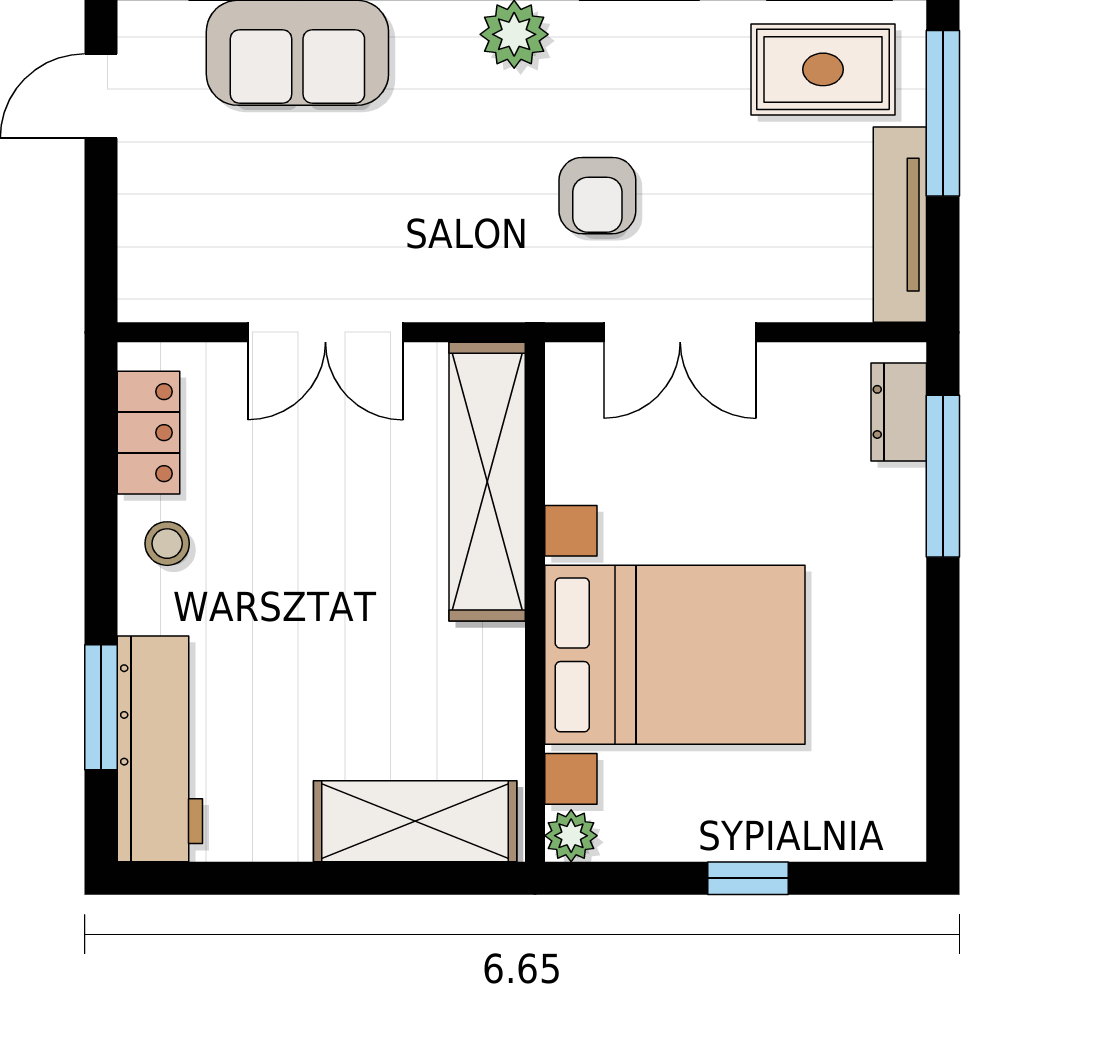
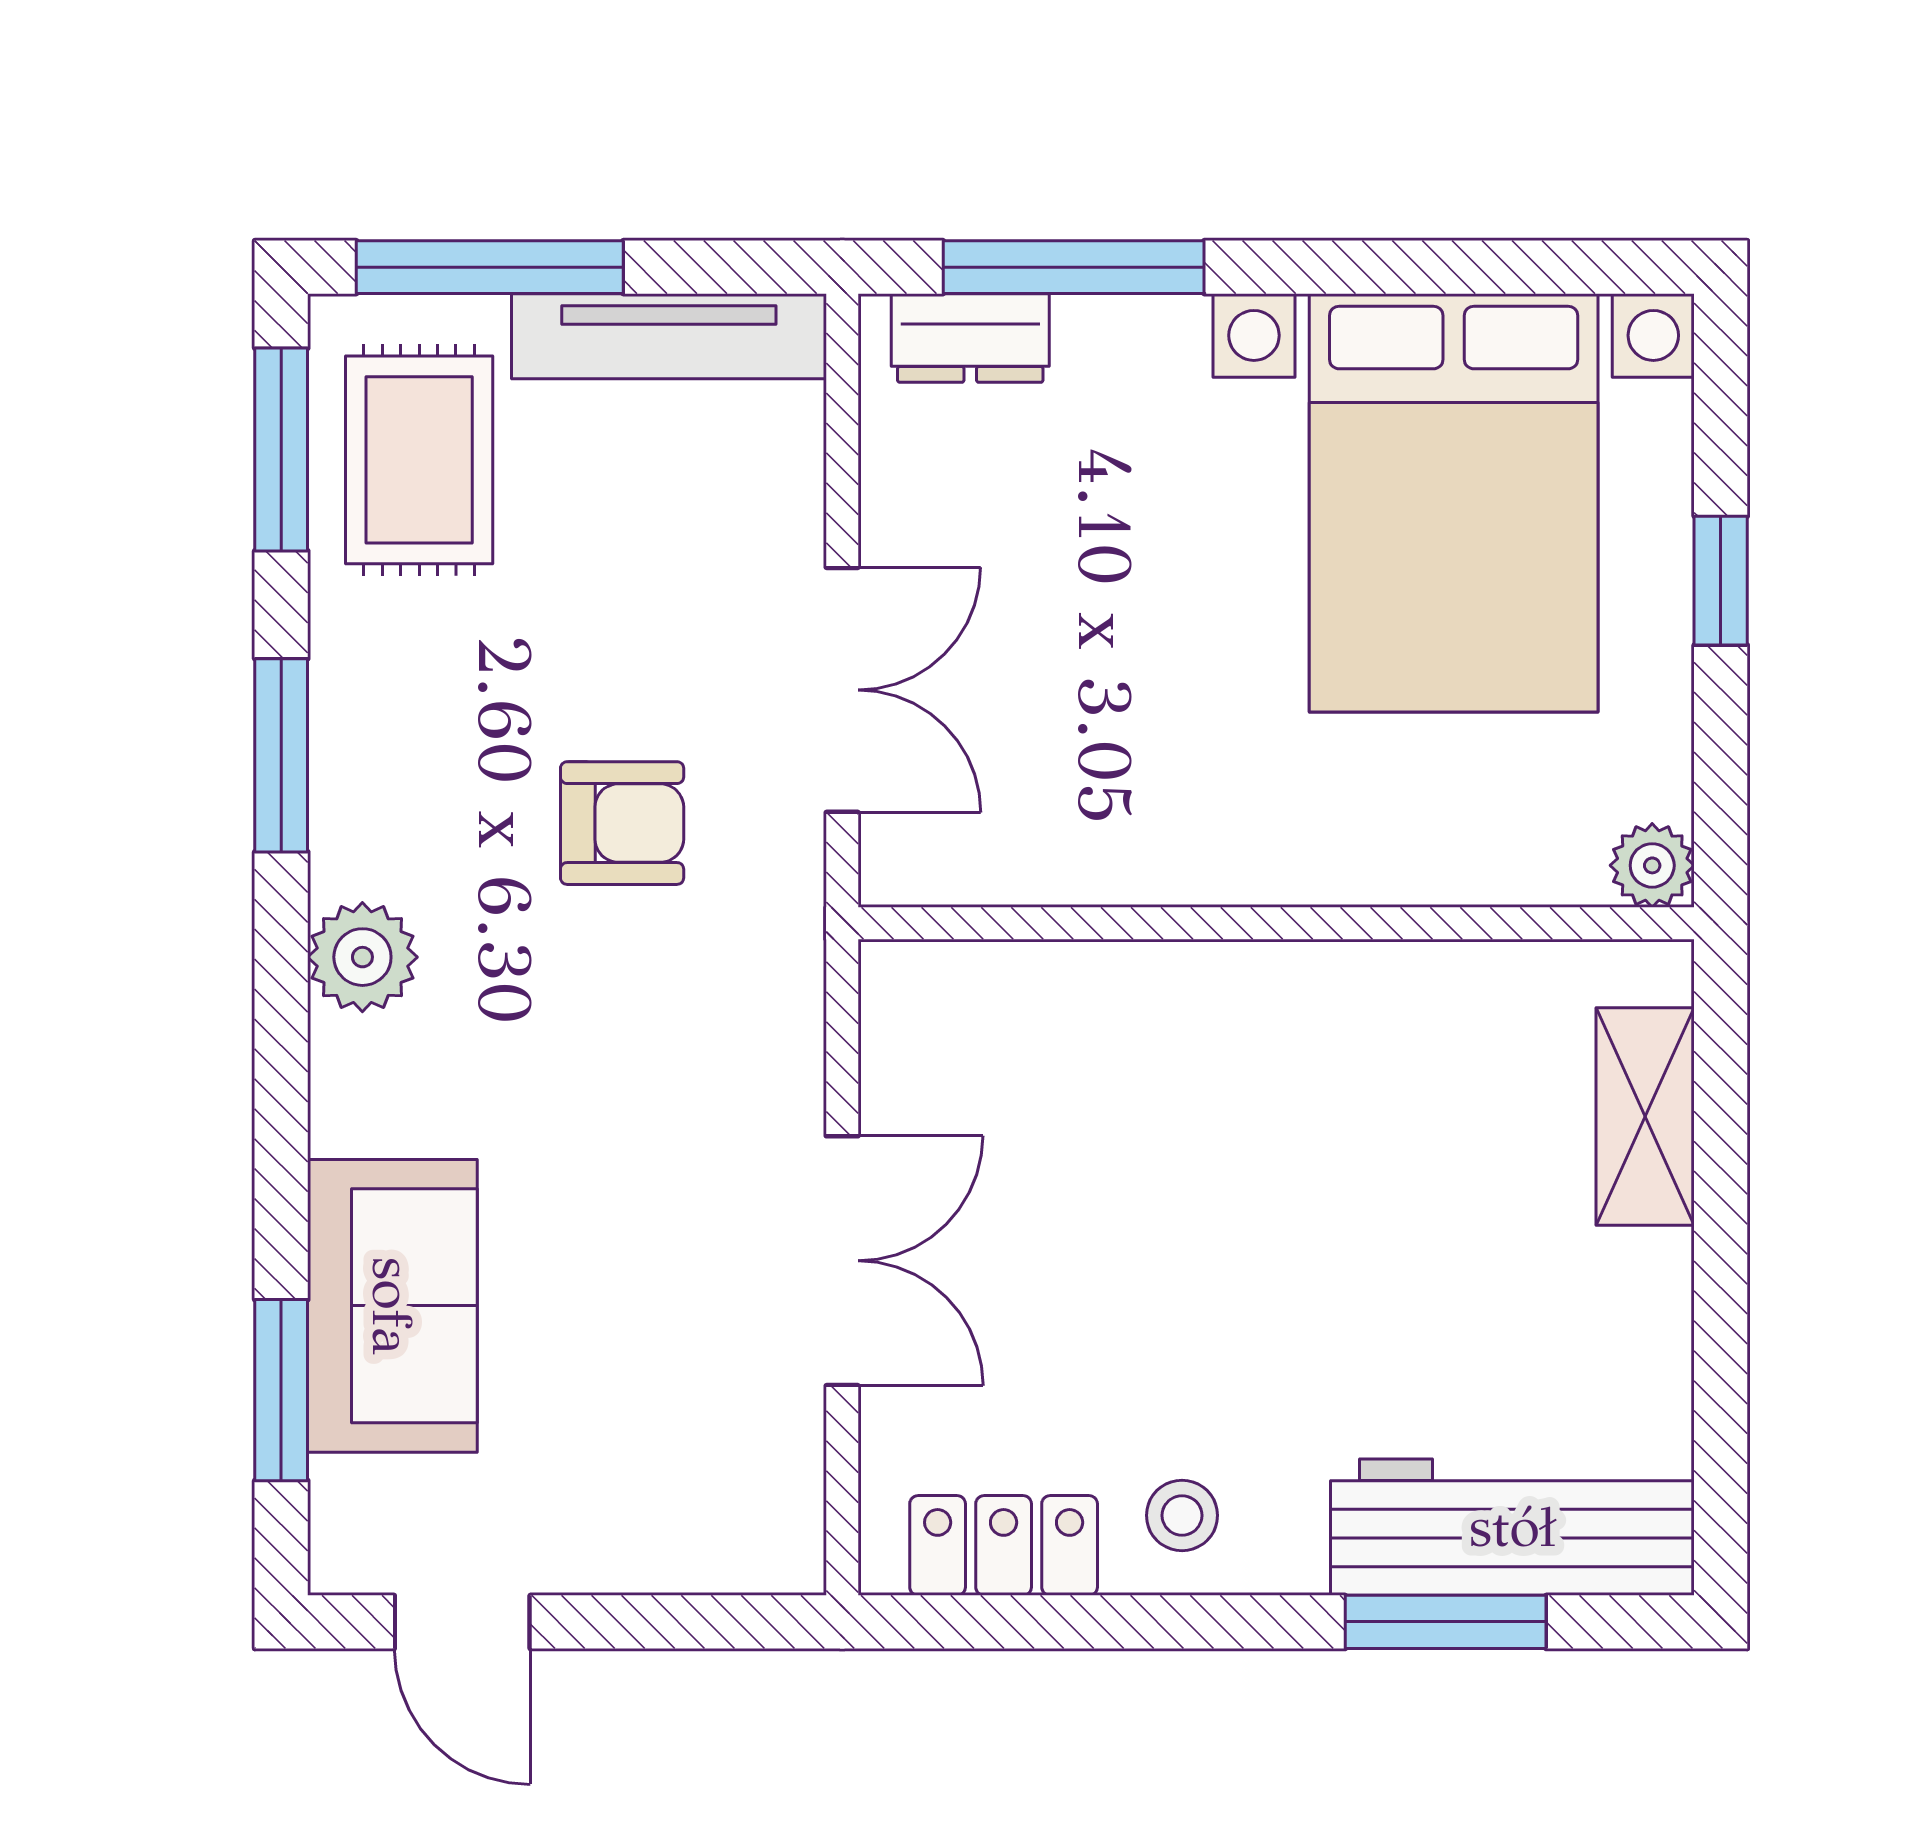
shelving: (487, 482) -> (1082, 1000), removed
bed with nightstands: (675, 655) -> (1454, 503), moved, turned 180
shelving: (415, 821) -> (1645, 1116), width x0.67, depth x0.75

